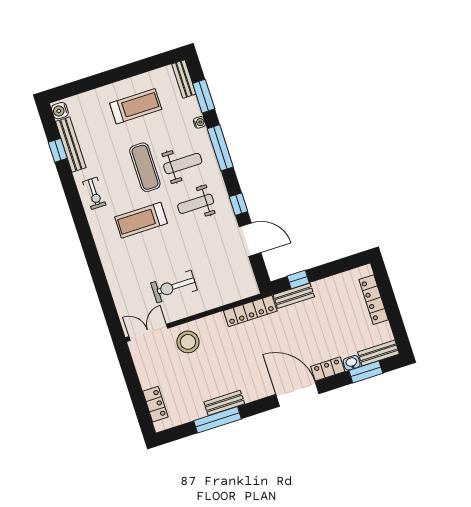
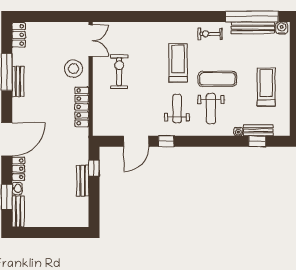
bench: (184, 79) -> (258, 130), moved
window: (204, 96) -> (257, 141), width x0.67
treadmill: (136, 106) -> (266, 87), turned 180
window: (220, 148) -> (214, 141), removed
window: (58, 150) -> (252, 16), width x3.17
bench: (294, 296) -> (83, 181), moved
locker: (374, 300) -> (60, 221), removed
locker: (250, 311) -> (82, 107), moved
locker: (155, 404) -> (19, 35), moved, turned -90

